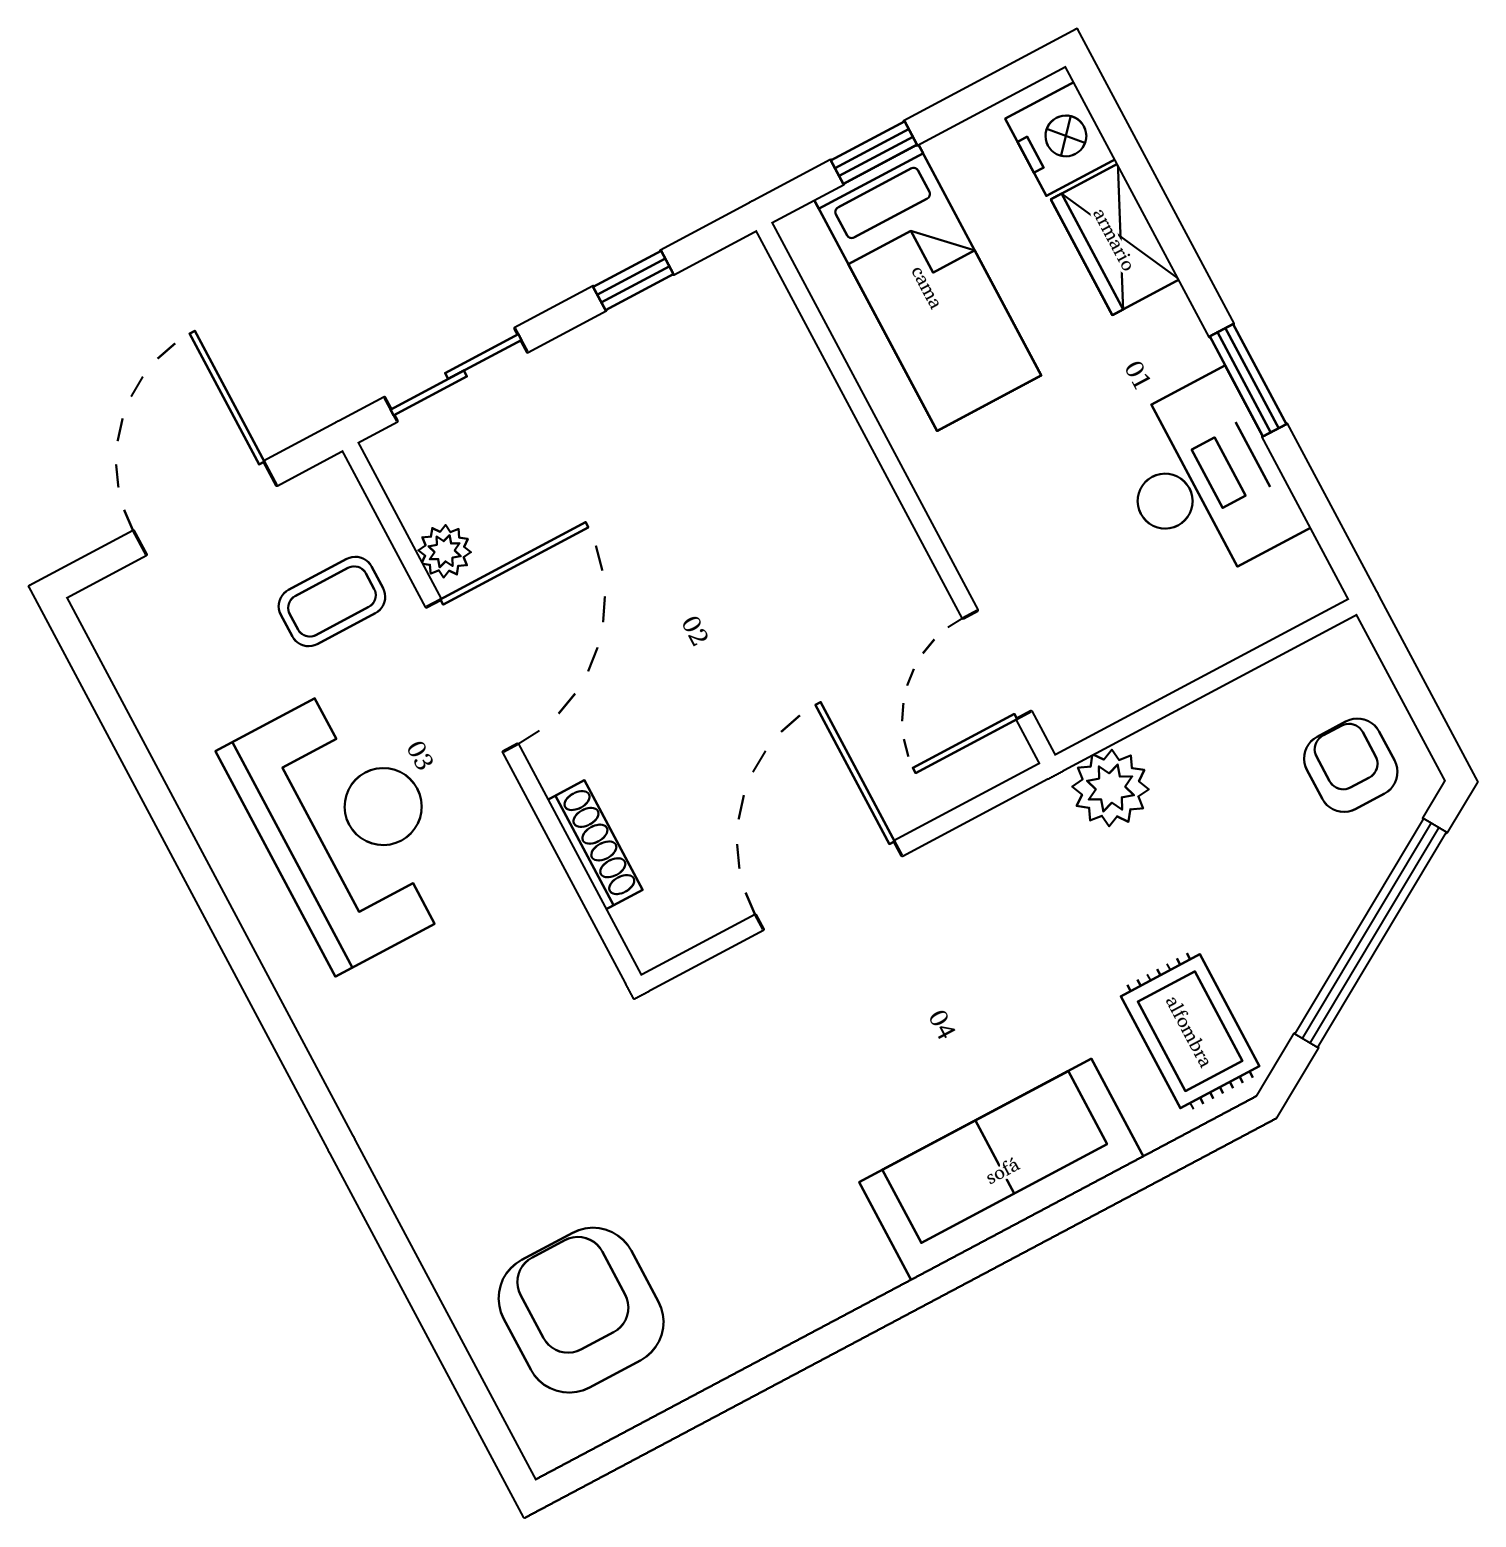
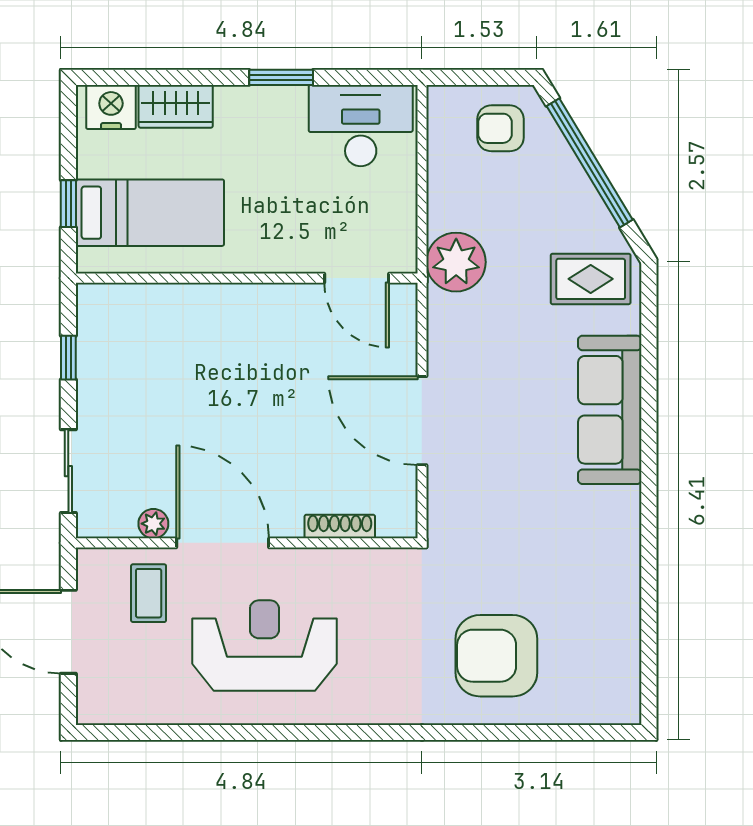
desk: (1205, 480) -> (361, 126), moved
plant: (1110, 788) -> (456, 262), width x1.36, depth x1.36
armchair: (581, 1310) -> (496, 656), moved

